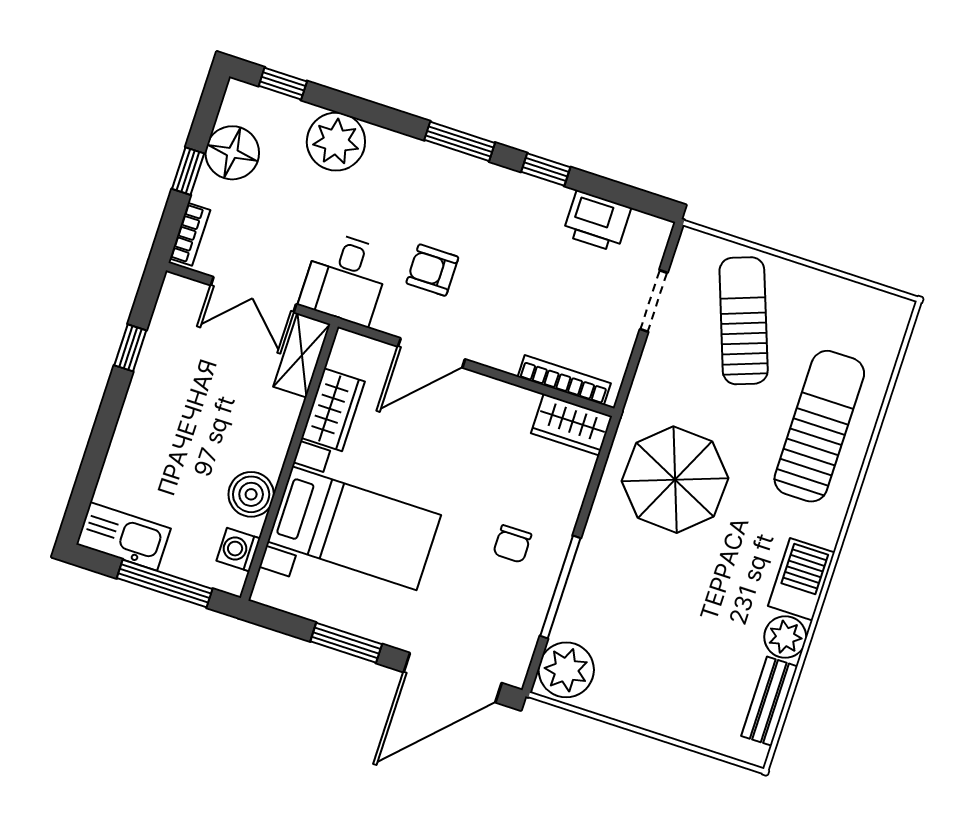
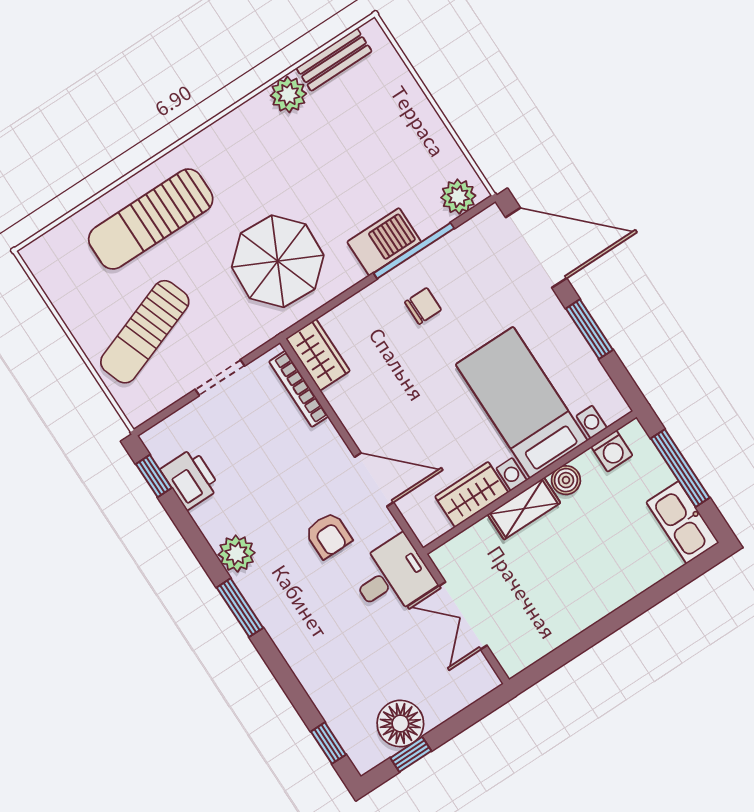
plant: (336, 142) -> (237, 554), moved, width x0.73, depth x0.73
window: (546, 170) -> (154, 476), moved
window: (188, 171) -> (411, 754), moved
bookcase: (190, 234) -> (473, 691), removed
double door: (254, 295) -> (463, 616), swing flipped
doorway: (654, 301) -> (220, 378), moved
window: (130, 348) -> (575, 647), removed
shelving: (302, 355) -> (524, 509), moved
boiler: (251, 494) -> (566, 480), width x0.73, depth x0.73
barbecue: (801, 579) -> (384, 242), moved, turned 180
plant: (566, 670) -> (458, 197), width x0.73, depth x0.73

